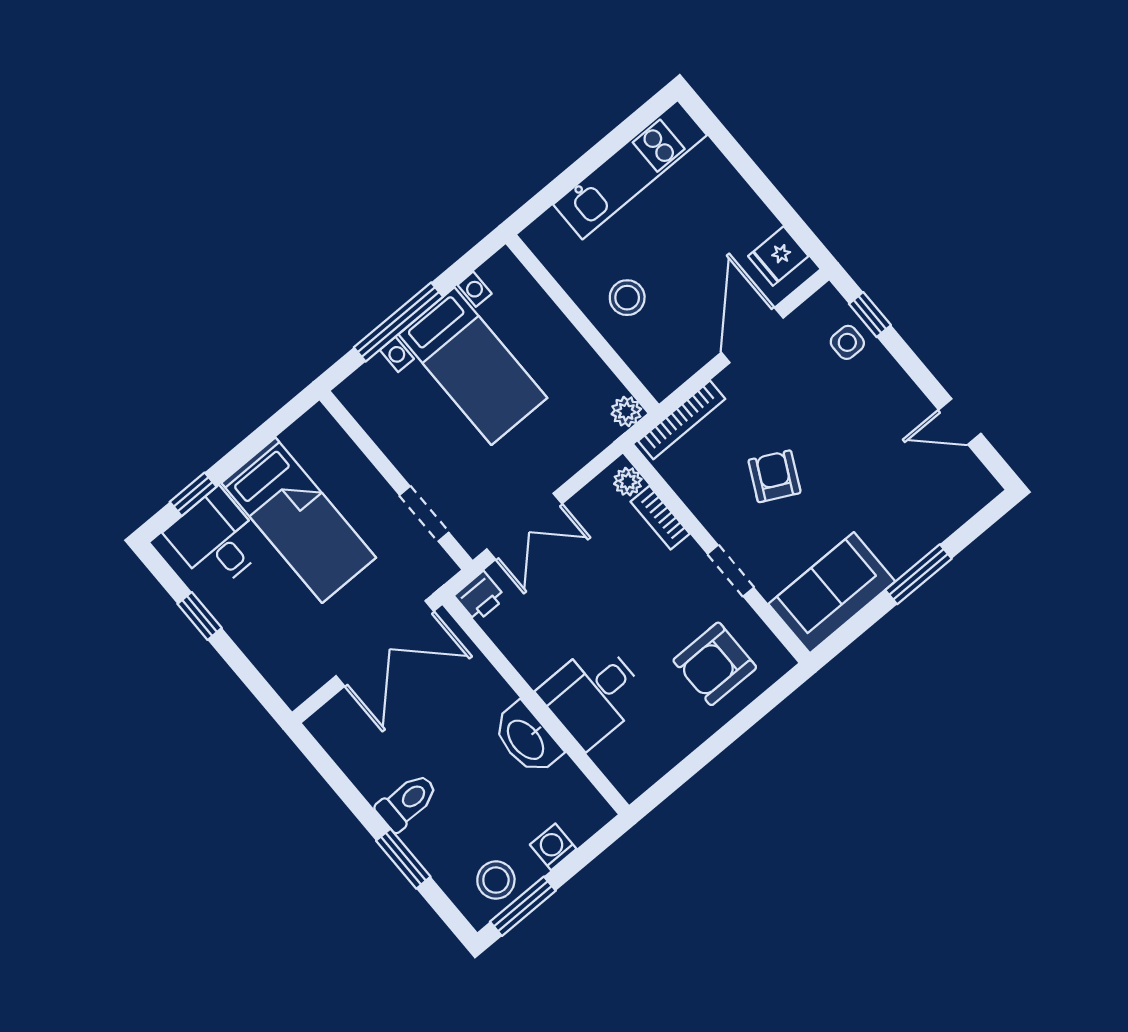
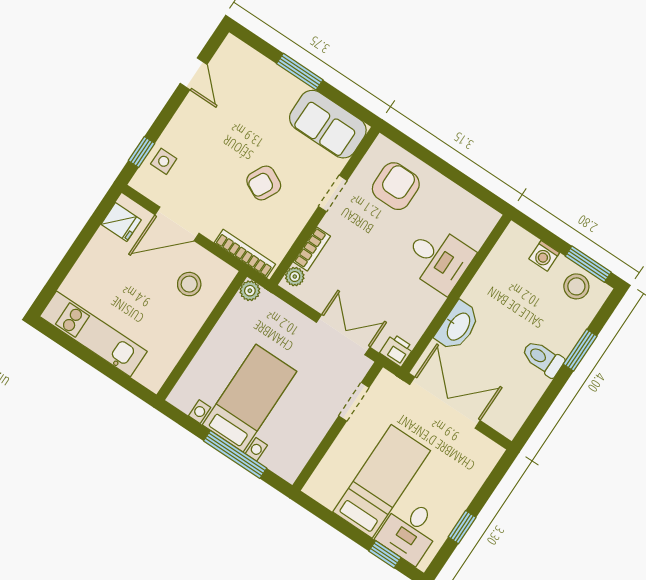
stool: (627, 298) -> (189, 284), moved
armchair: (715, 664) -> (396, 186), turned -90
washbasin: (527, 739) -> (458, 326), moved

